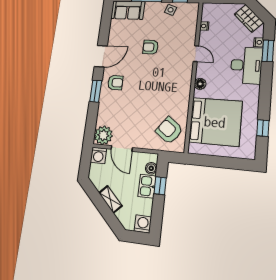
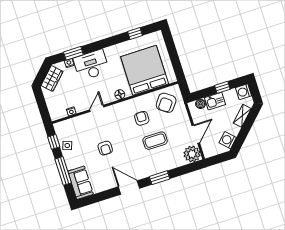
armchair: (115, 83) -> (142, 118), moved
coffee table: (135, 102) -> (155, 141), added
washing machine: (98, 155) -> (228, 140), moved, turned -135
window: (160, 186) -> (222, 87), moved
shelving: (110, 199) -> (242, 116), moved

